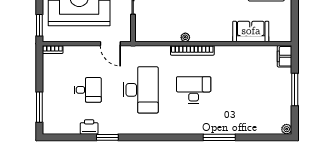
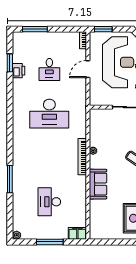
sofa: (251, 31) -> (98, 184), moved
door: (110, 44) -> (88, 69), moved
desk: (194, 90) -> (49, 202), moved, turned 180
window: (107, 137) -> (10, 63), moved

